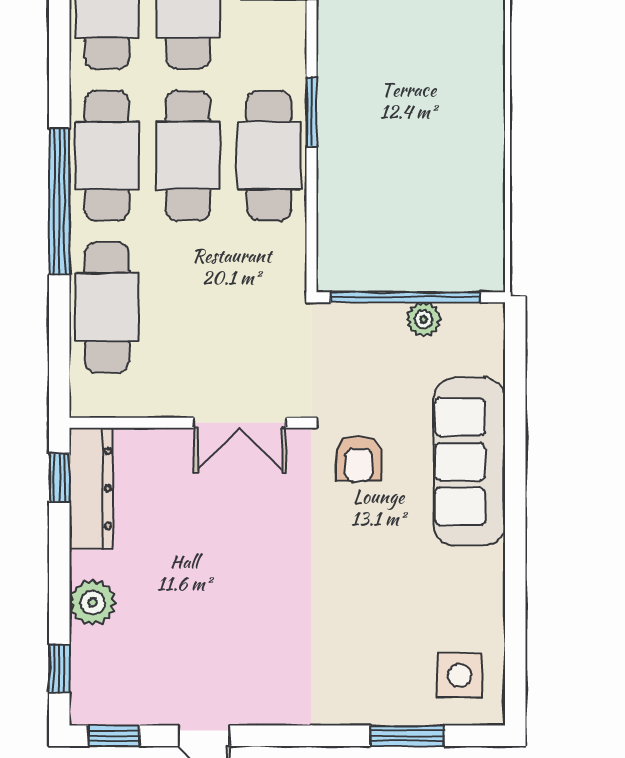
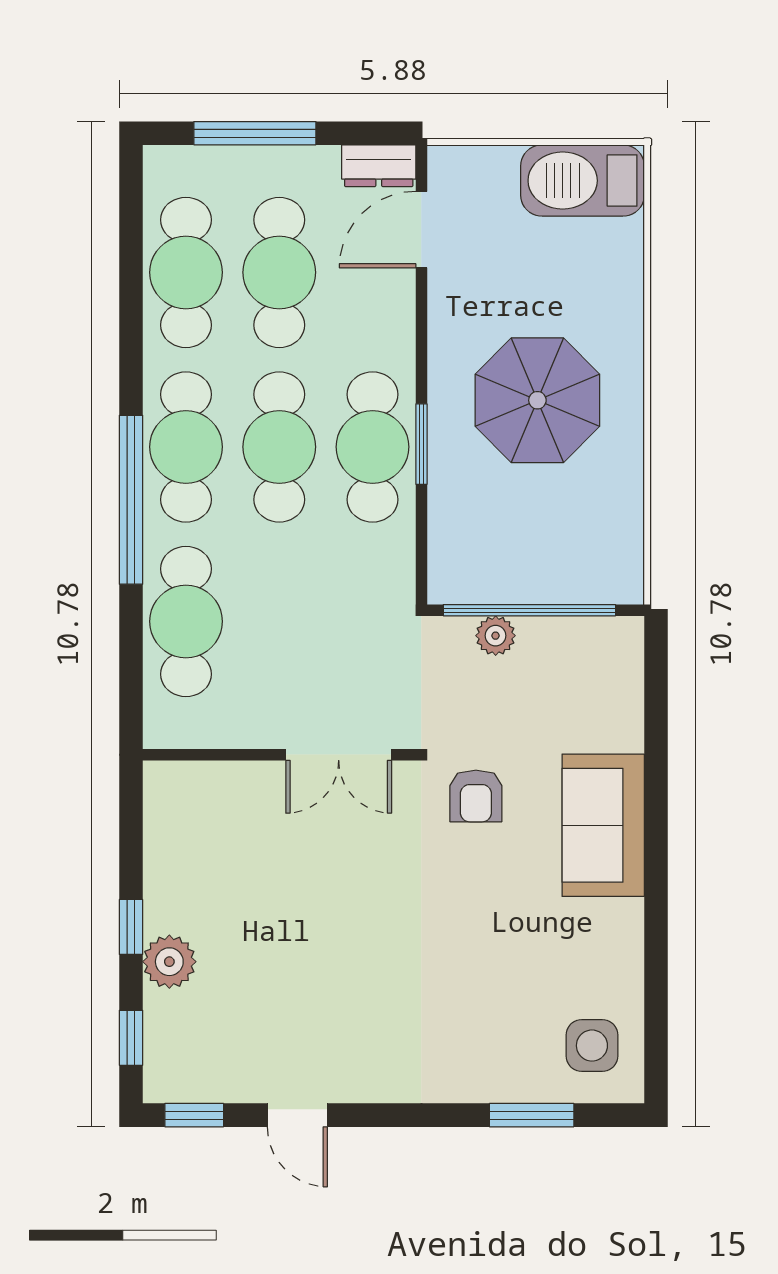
window: (312, 112) -> (421, 444), moved
parasol: (412, 115) -> (537, 400), added
plant: (424, 319) -> (496, 636), moved
sofa: (469, 462) -> (603, 825), width x0.73
window: (59, 478) -> (131, 927), moved
dresser: (91, 488) -> (168, 830), removed

